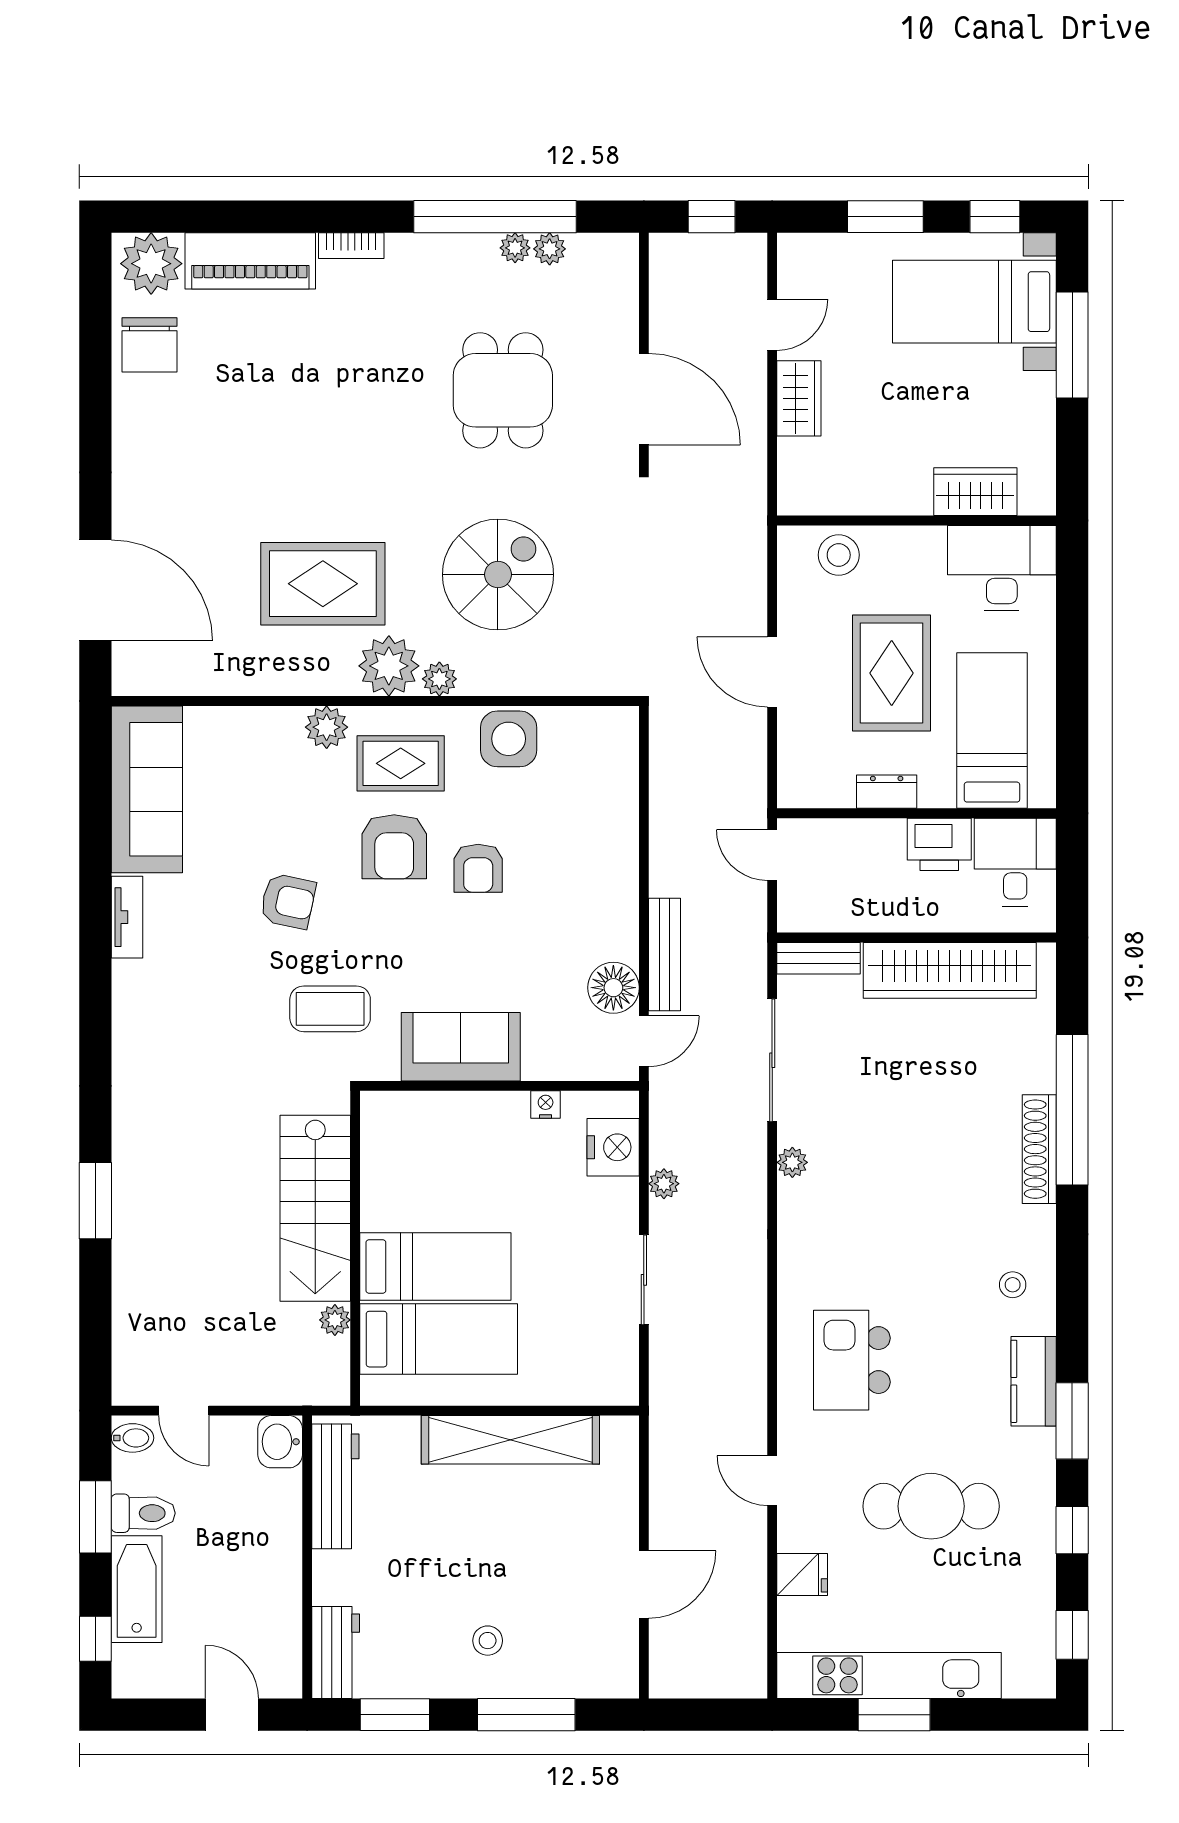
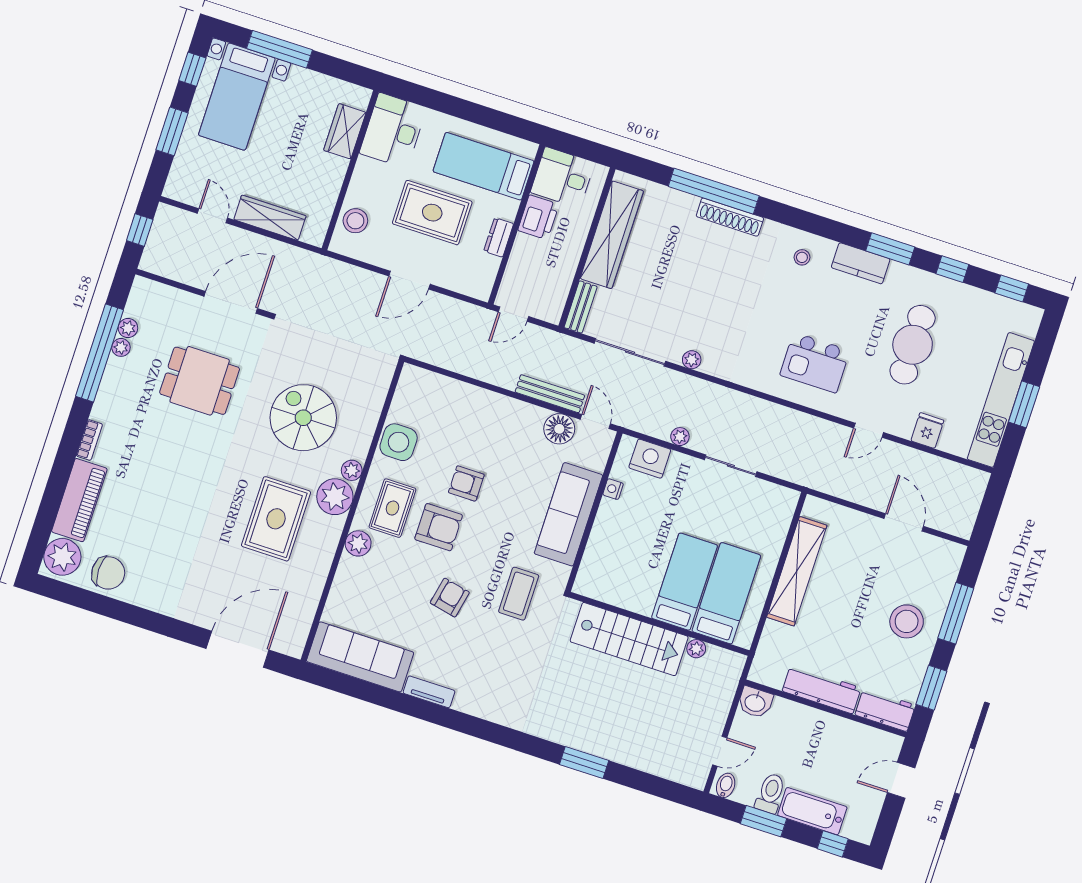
wardrobe: (799, 398) -> (270, 218), width x1.50
armchair: (478, 868) -> (466, 483), turned 180
sofa: (461, 1047) -> (568, 514), width x1.36
workbench: (335, 1486) -> (822, 689), moved
stool: (488, 1641) -> (907, 621), width x1.89, depth x1.89

